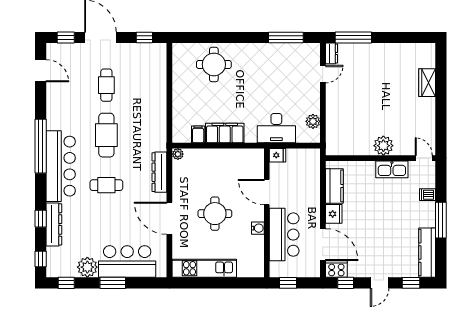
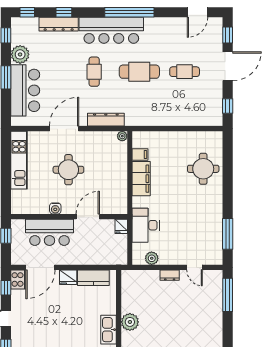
dresser: (332, 53) -> (170, 275), moved

